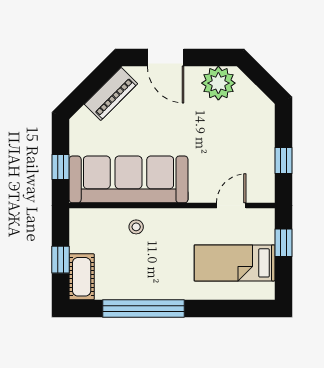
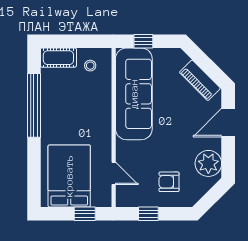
armchair: (242, 134) -> (169, 182), added
stool: (136, 227) -> (90, 66), moved
window: (61, 260) -> (72, 41), removed
bed: (235, 263) -> (69, 176), width x1.50

